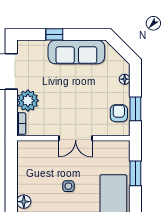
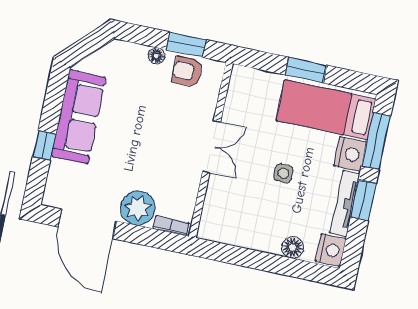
floor lamp: (125, 79) -> (156, 56), moved
window: (135, 173) -> (306, 70), moved

